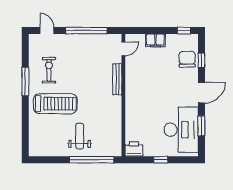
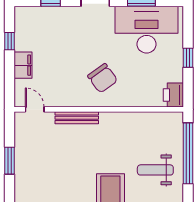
window: (86, 31) -> (9, 161), width x0.47
window: (184, 31) -> (9, 41), moved
chair: (187, 59) -> (103, 78), moved, turned -126

